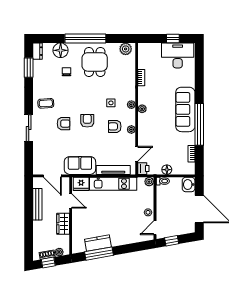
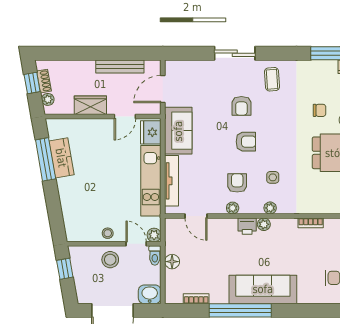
printer: (143, 169) -> (247, 226), moved
stool: (166, 211) -> (110, 260), added
door: (155, 228) -> (136, 244), moved

